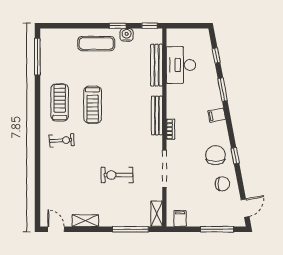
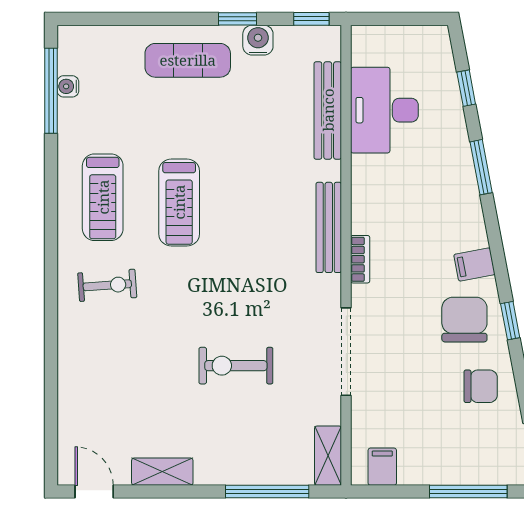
water cooler: (45, 55) -> (68, 86), added
treadmill: (60, 102) -> (103, 197), turned 180
filing cabinet: (217, 115) -> (474, 264), moved

